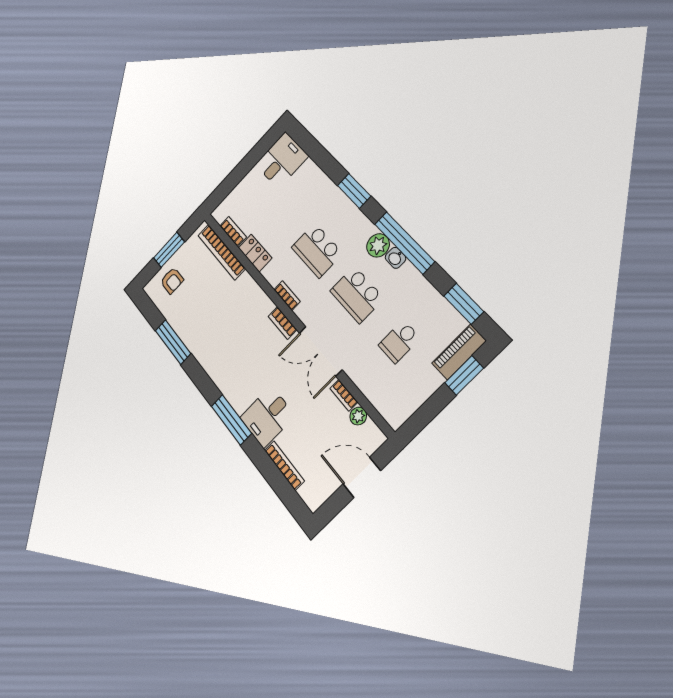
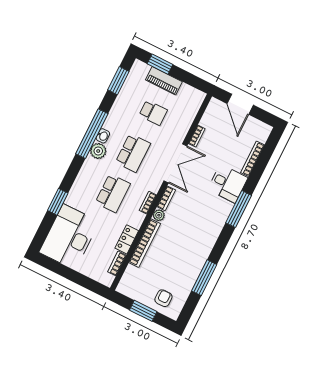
desk: (282, 160) -> (69, 237), width x1.87, depth x1.30
window: (354, 191) -> (58, 202), moved
bookcase: (222, 252) -> (145, 243), moved
piano: (459, 352) -> (164, 81), moved
plant: (358, 416) -> (159, 215), moved

